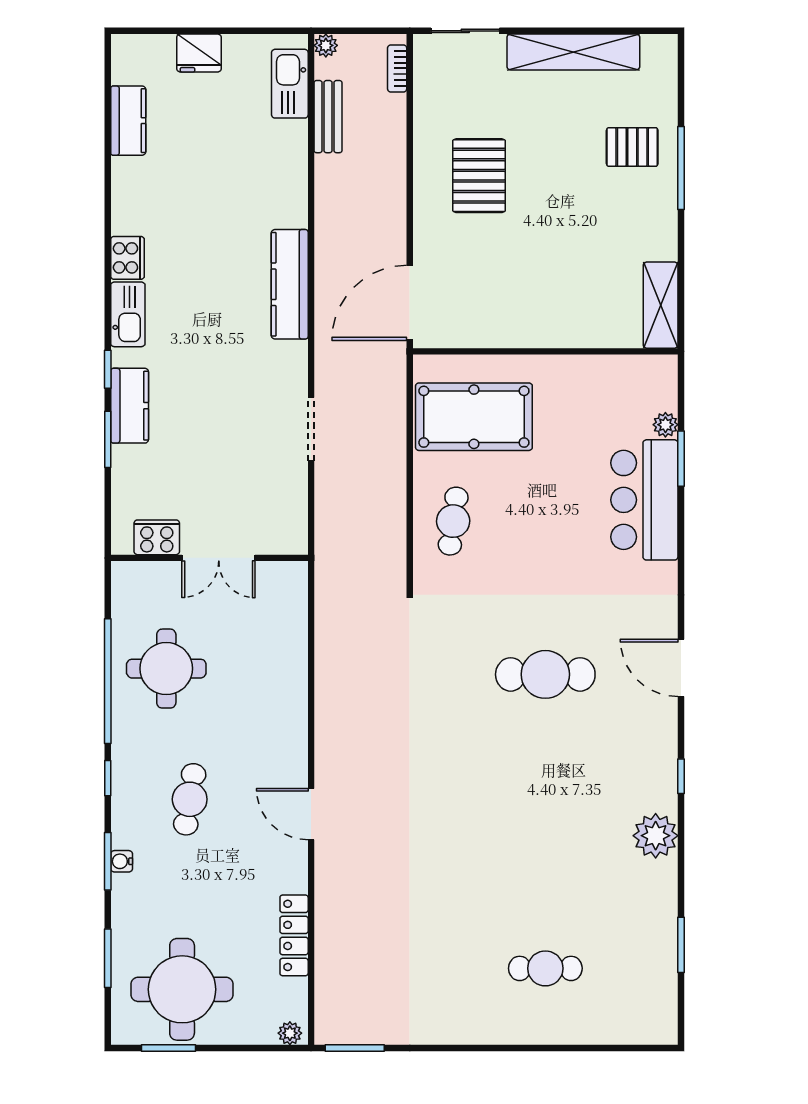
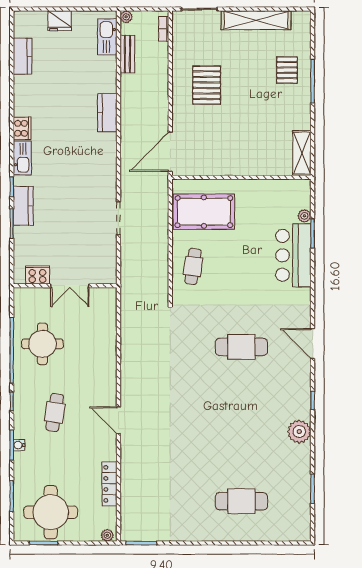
pallet: (632, 147) -> (287, 70), turned 90
kitchen counter: (290, 284) -> (107, 113), moved, width x0.67
cafe table: (545, 968) -> (241, 501), width x1.37, depth x1.35

